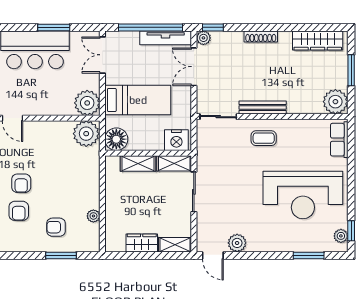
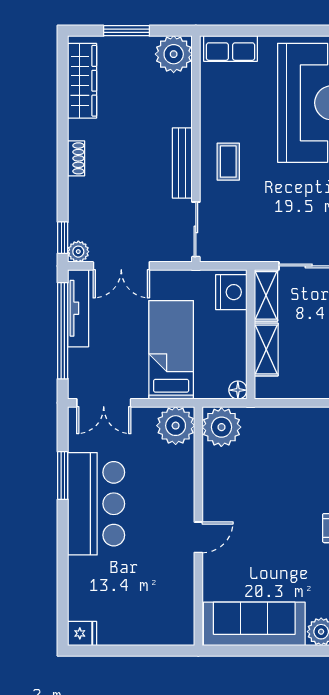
shoe rack: (261, 36) -> (76, 158), width x0.70
floor lamp: (116, 139) -> (238, 390), width x0.53, depth x0.53
armchair: (21, 183) -> (296, 524), removed

